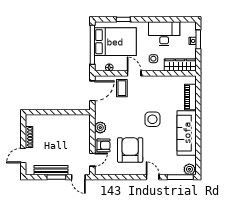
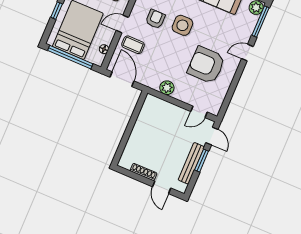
armchair: (103, 145) -> (155, 19), moved
door: (92, 160) -> (199, 112), swing flipped
door: (78, 177) -> (212, 136), hinge flipped

